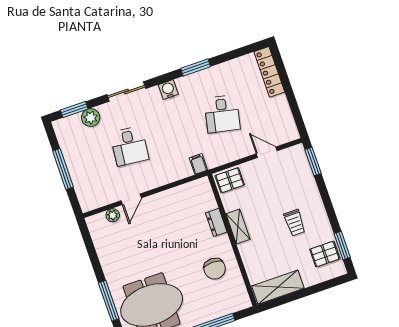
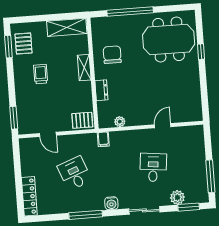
window: (196, 67) -> (86, 215), width x1.44
desk: (222, 114) -> (75, 173), turned -33
window: (63, 169) -> (210, 176), moved
plant: (113, 215) -> (120, 122), moved
shelving: (238, 226) -> (84, 68), moved
pallet: (325, 254) -> (24, 43), turned 90
window: (109, 301) -> (201, 52), width x0.46

